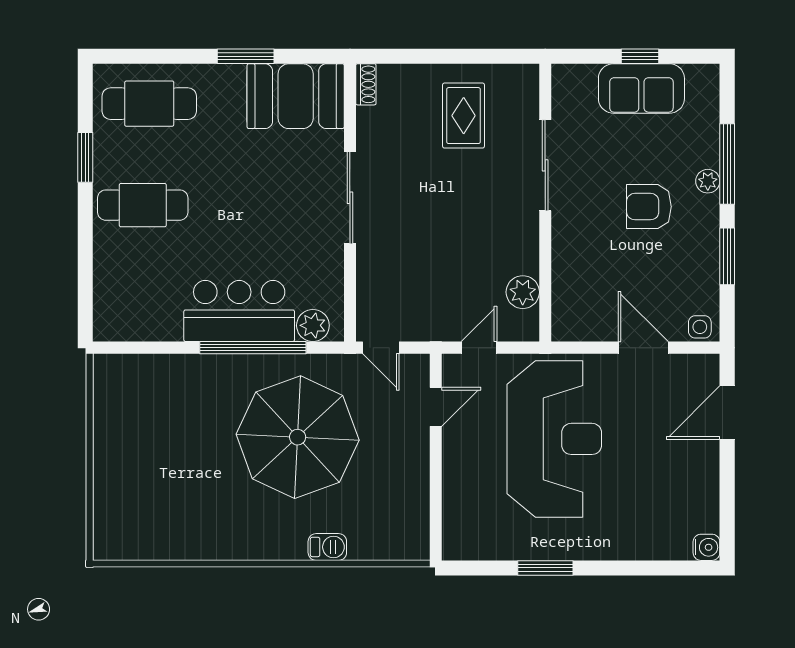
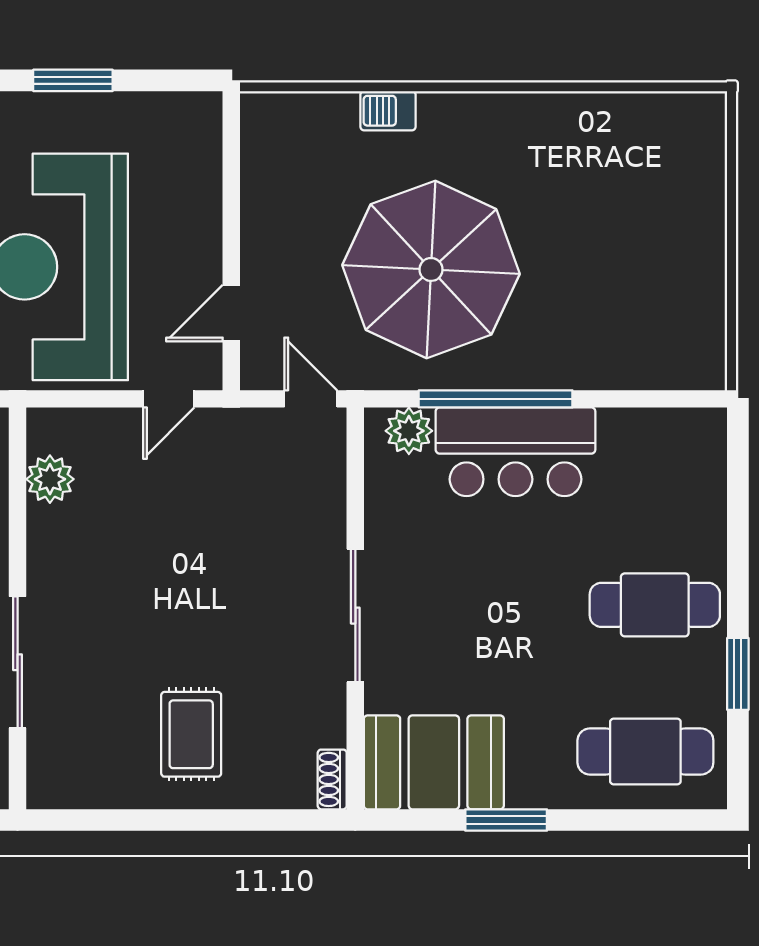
sliding door: (545, 165) -> (18, 662), moved
wall: (545, 203) -> (18, 608), moved
plant: (523, 292) -> (50, 479), moved

